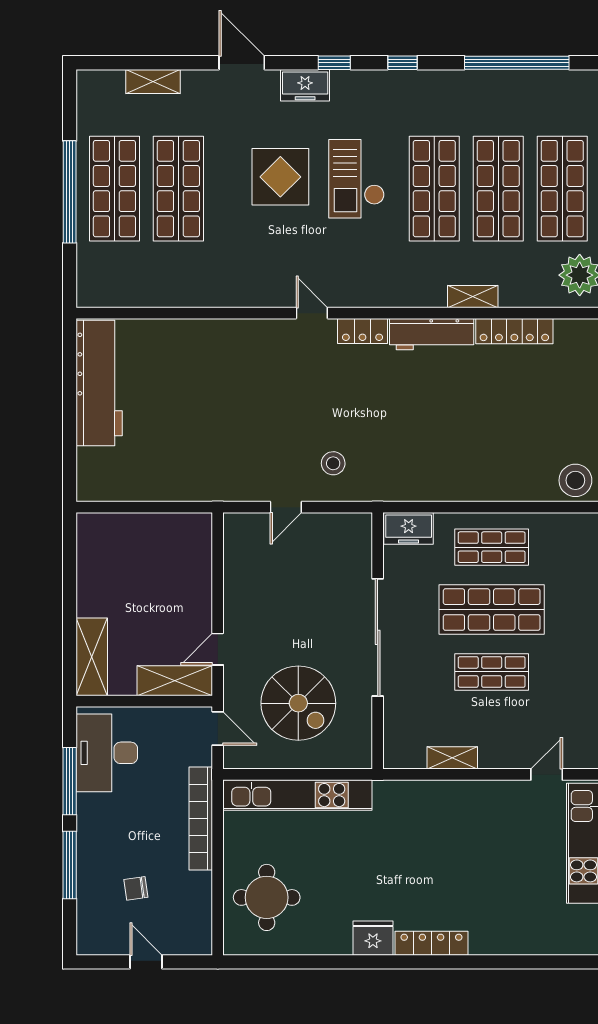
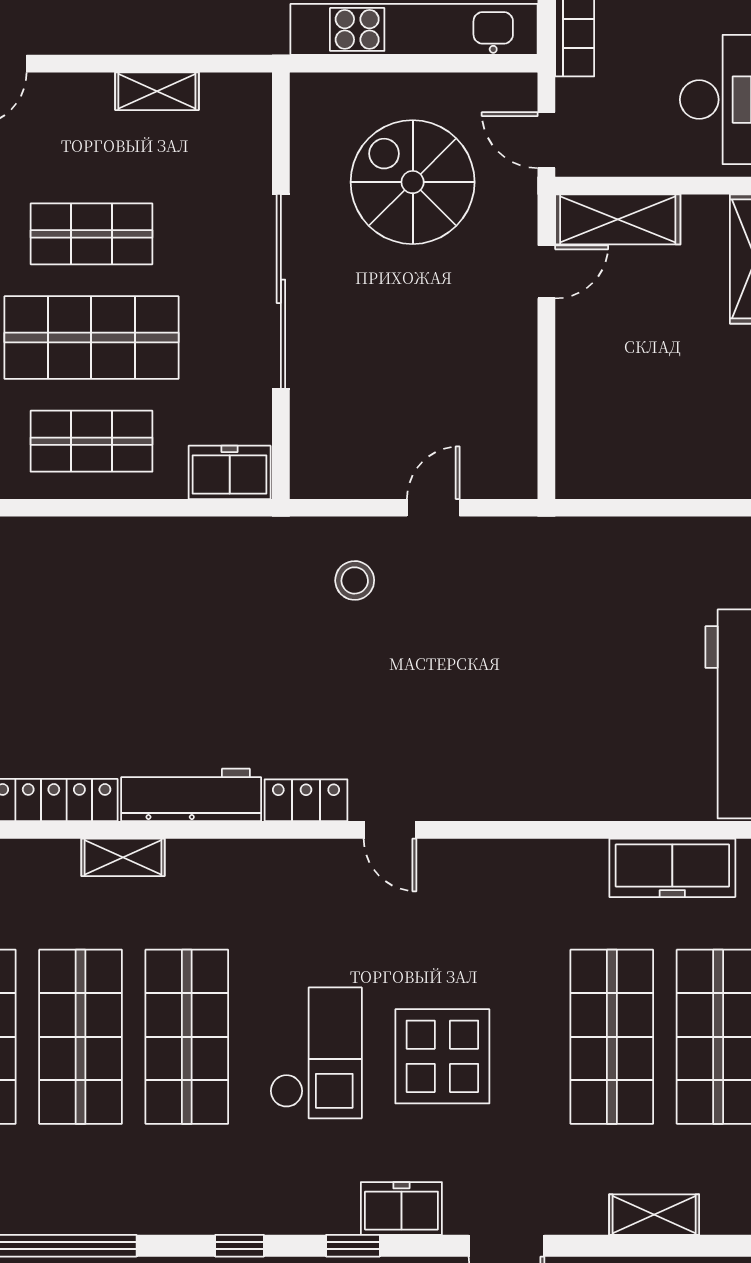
freezer: (142, 290) -> (672, 868), added

